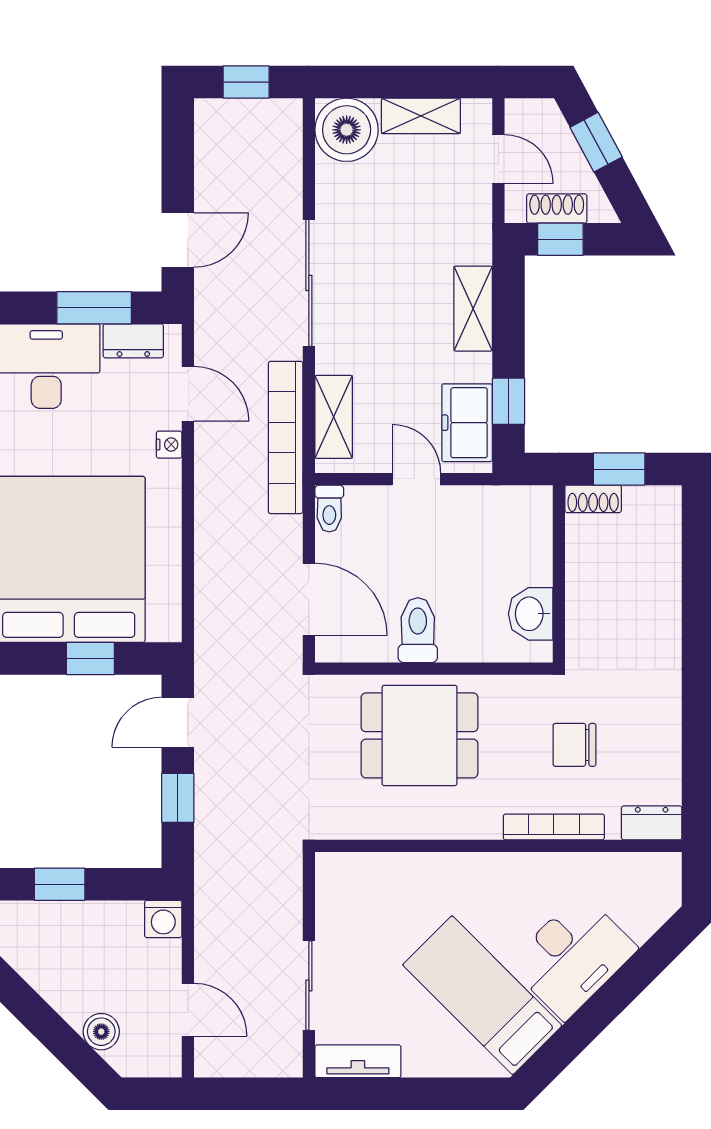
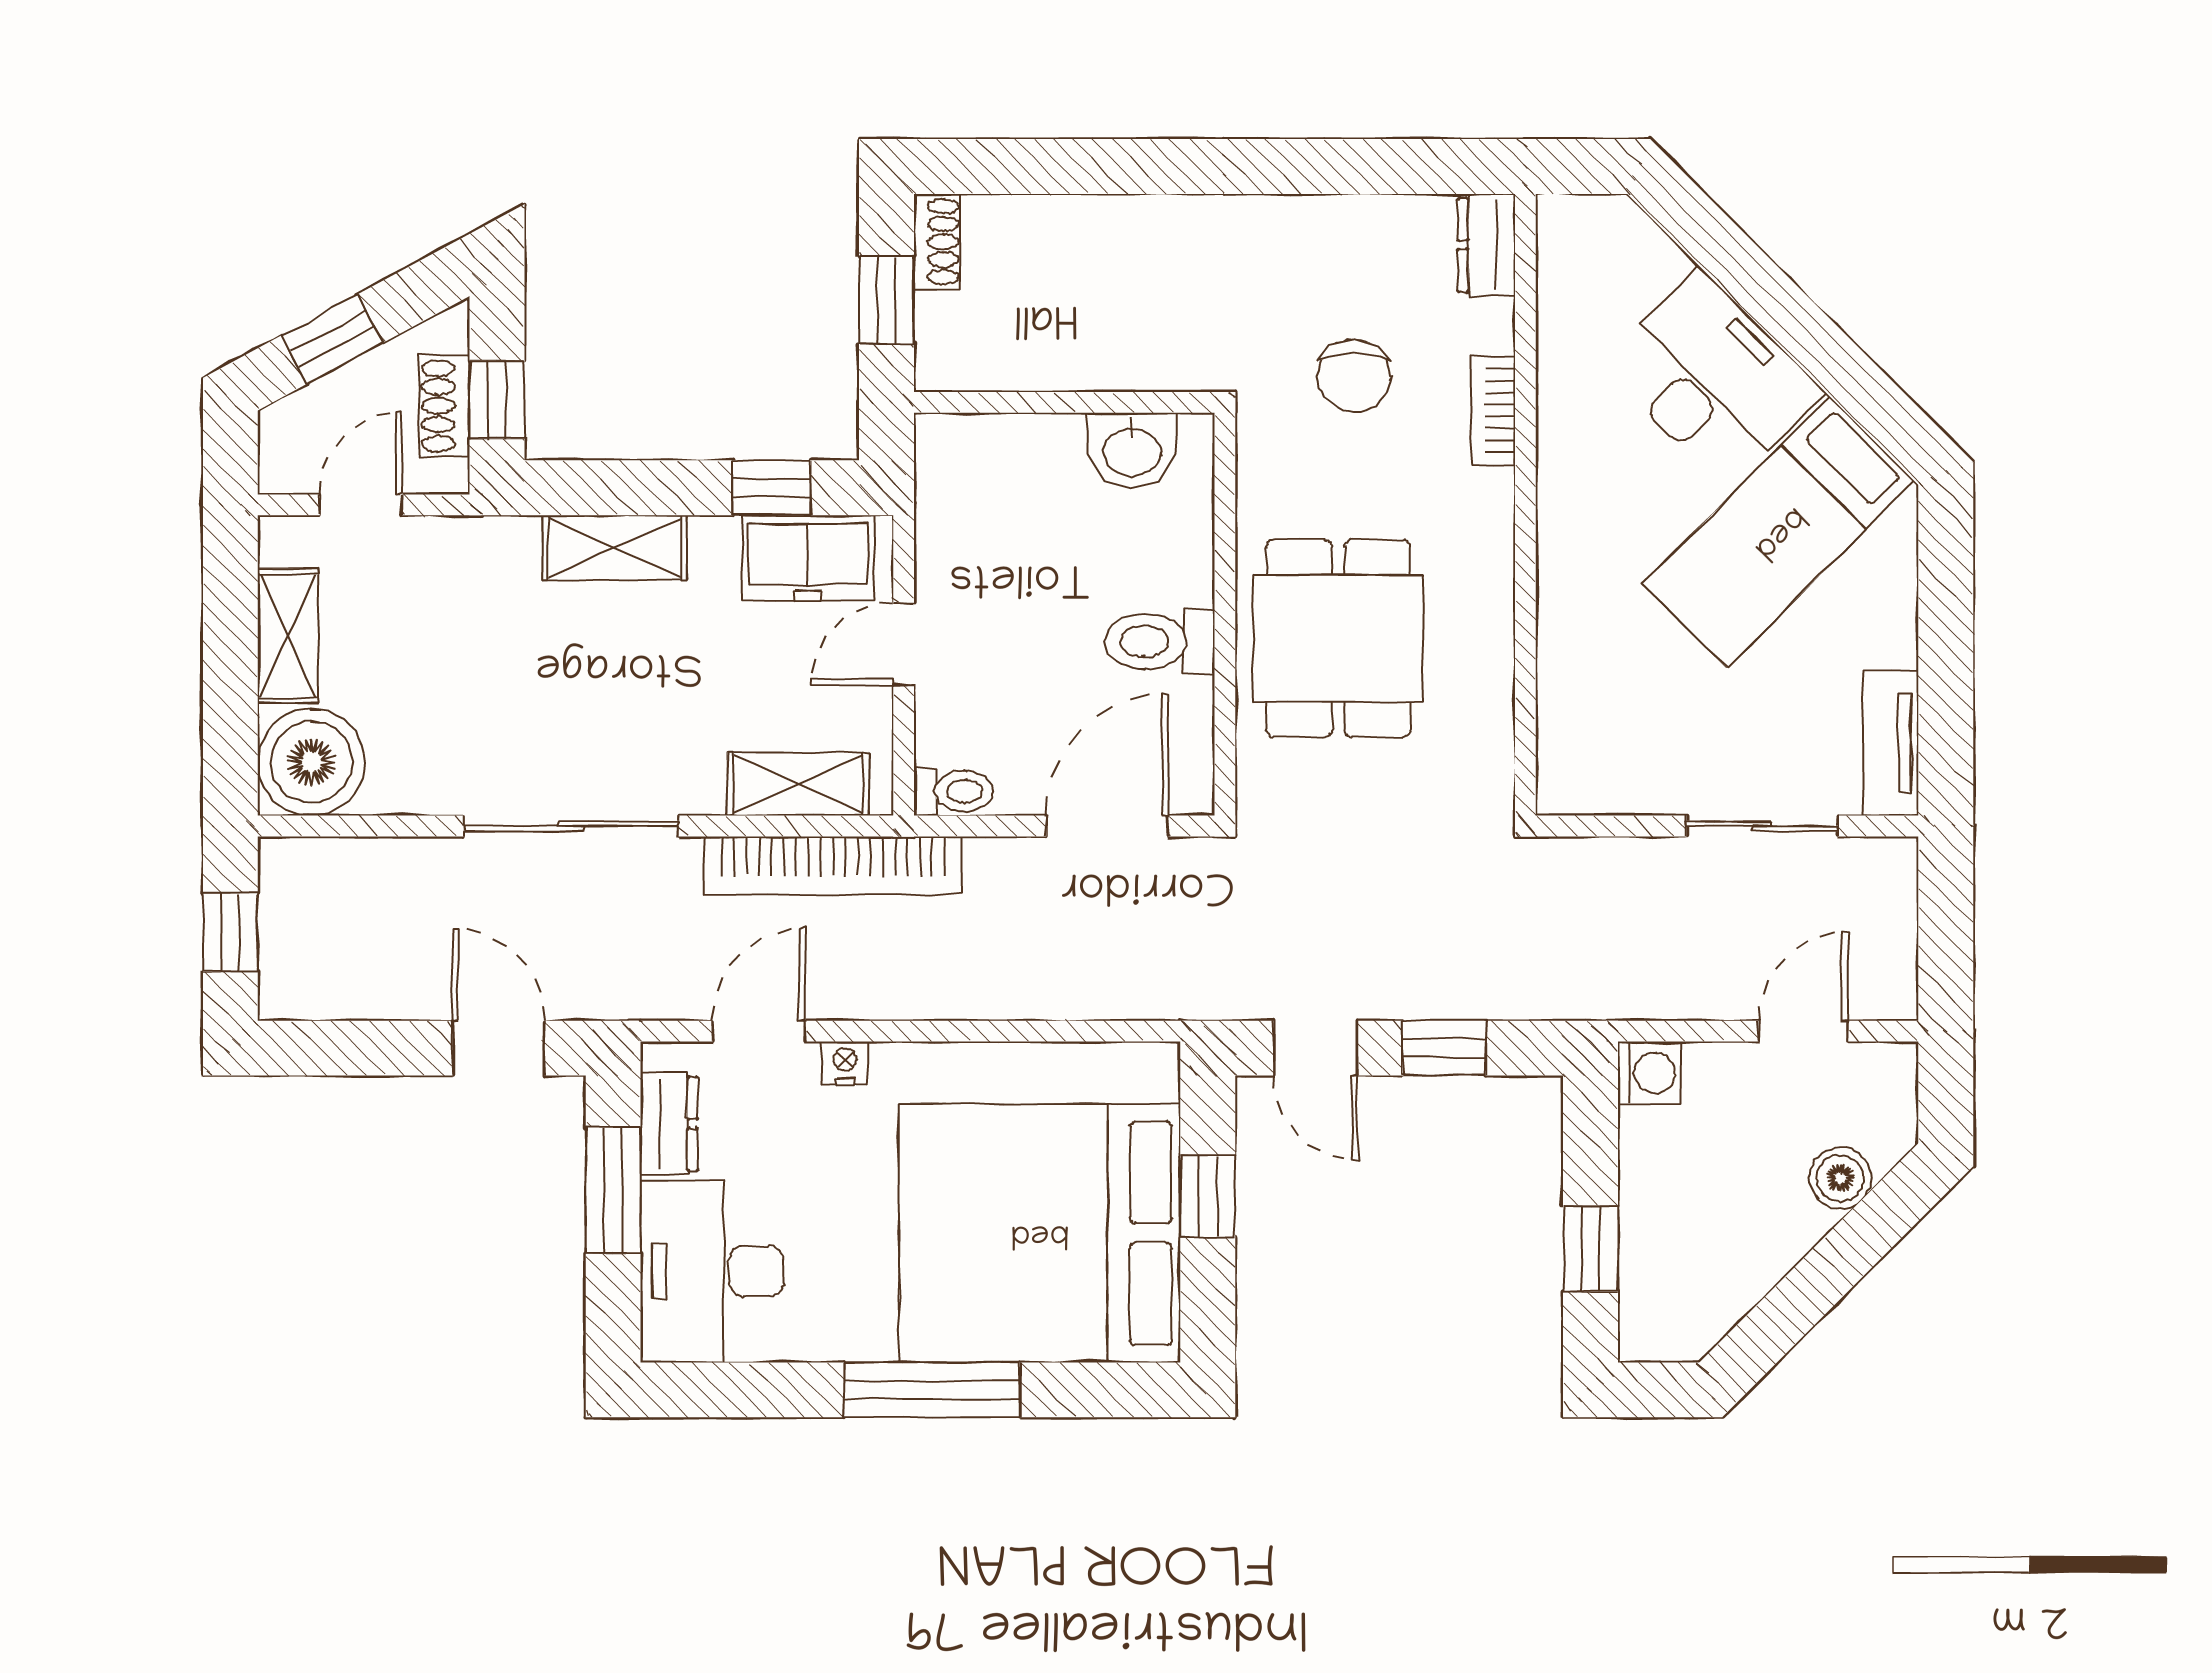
shoe rack: (593, 499) -> (937, 242), moved
bookcase: (554, 827) -> (1493, 411), width x0.64

